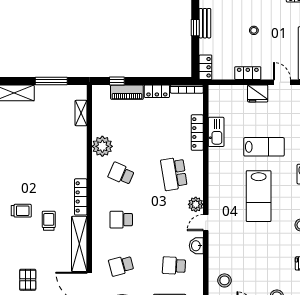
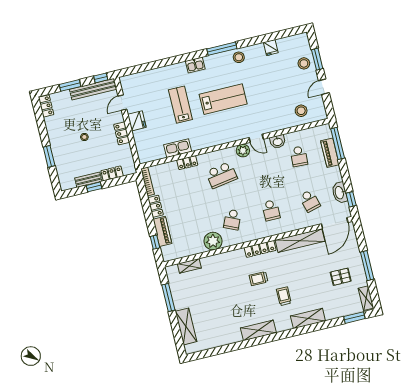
locker: (205, 67) -> (112, 173), moved
locker: (197, 133) -> (187, 163), width x0.66
trolley: (49, 221) -> (259, 279), moved

